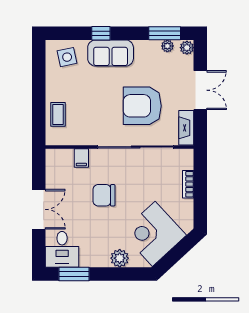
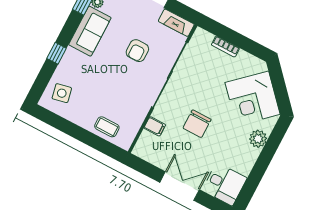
sofa: (111, 53) -> (90, 31), moved
armchair: (142, 106) -> (137, 51), width x0.53, depth x0.53
window: (74, 274) -> (251, 185), removed

